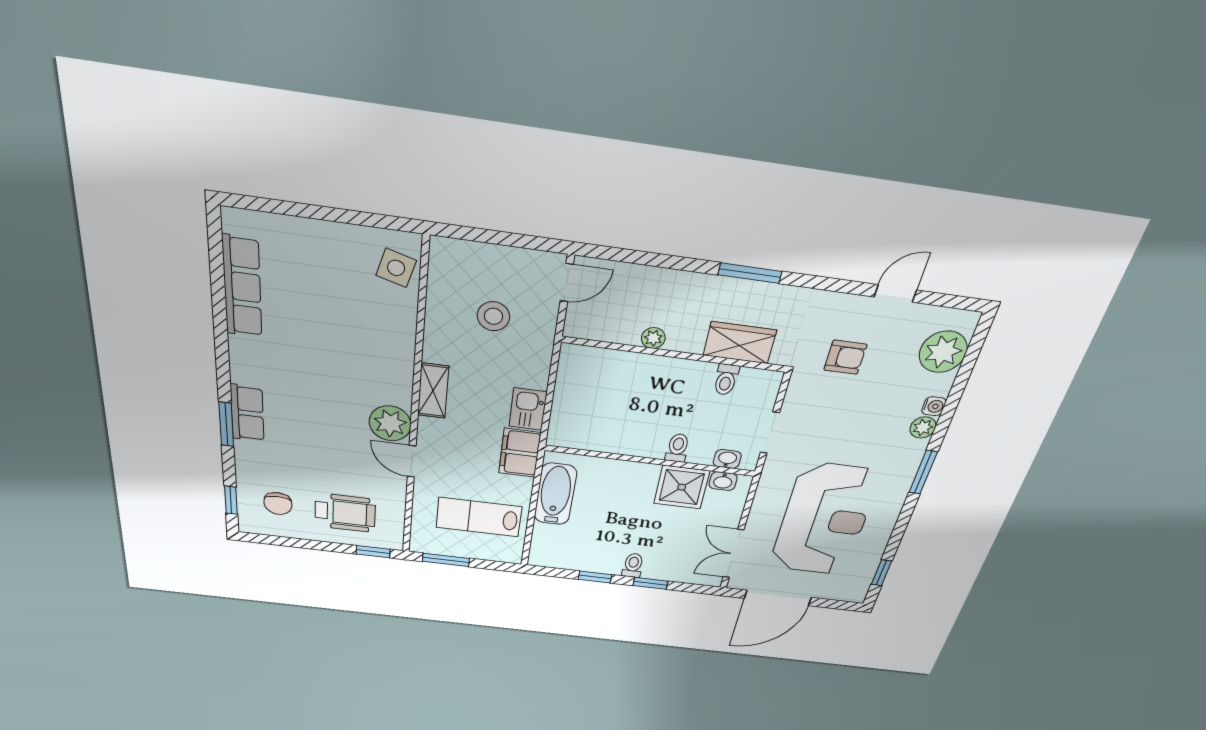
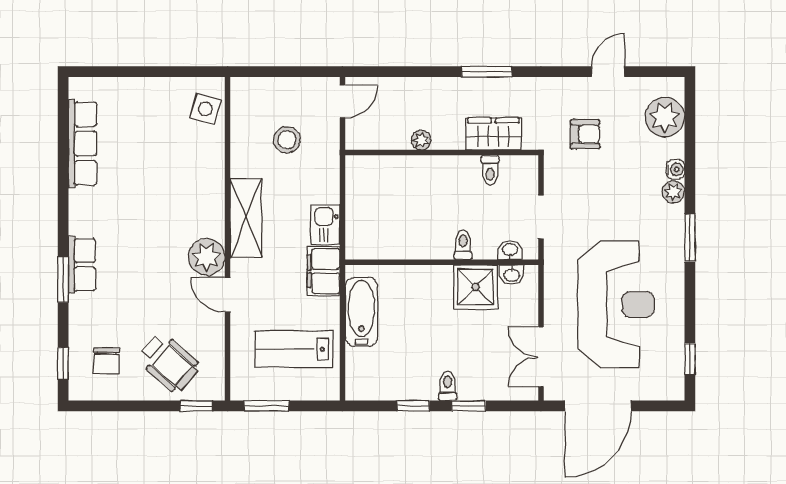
shelving: (433, 391) -> (246, 218), width x1.50, depth x1.33
wheelchair: (345, 513) -> (169, 363), turned 42

